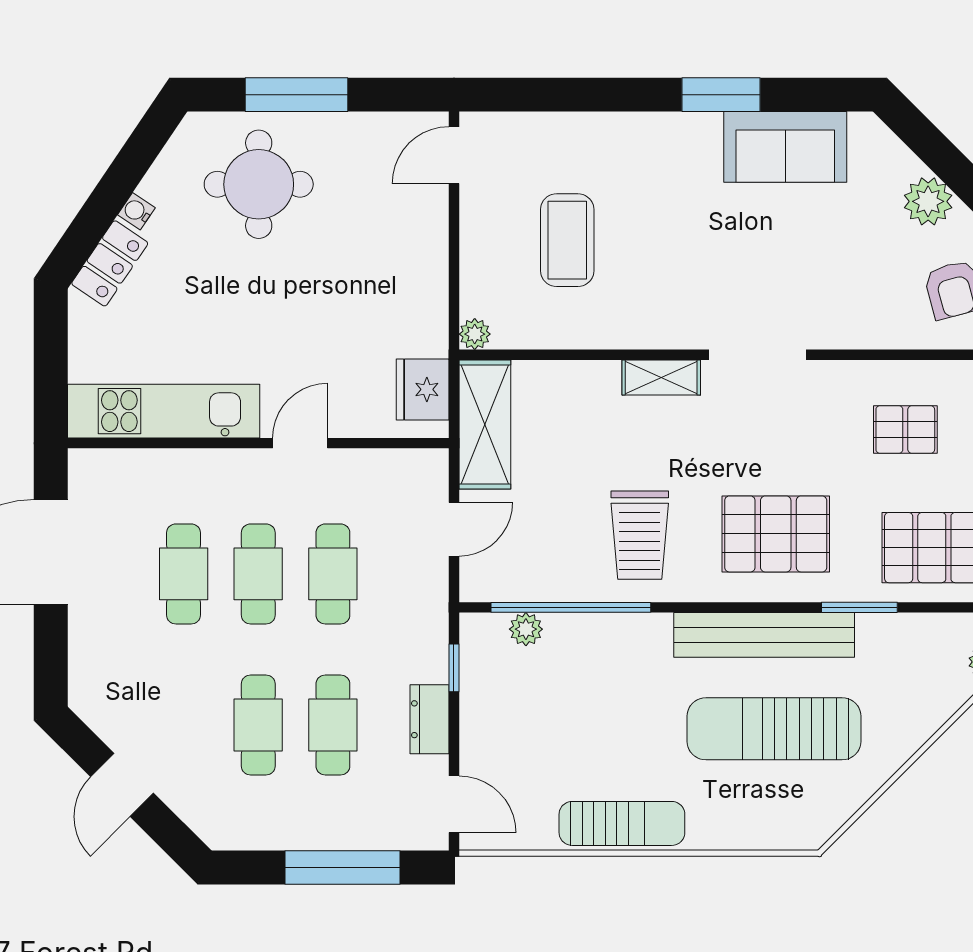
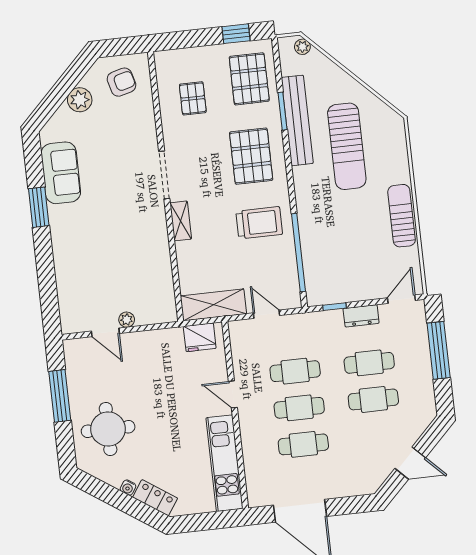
window: (296, 95) -> (60, 396), moved
door: (454, 155) -> (105, 332), moved
coffee table: (567, 240) -> (118, 275), removed
plant: (475, 334) -> (127, 320), moved
plant: (526, 629) -> (312, 273), removed
bench: (764, 635) -> (297, 120), moved

